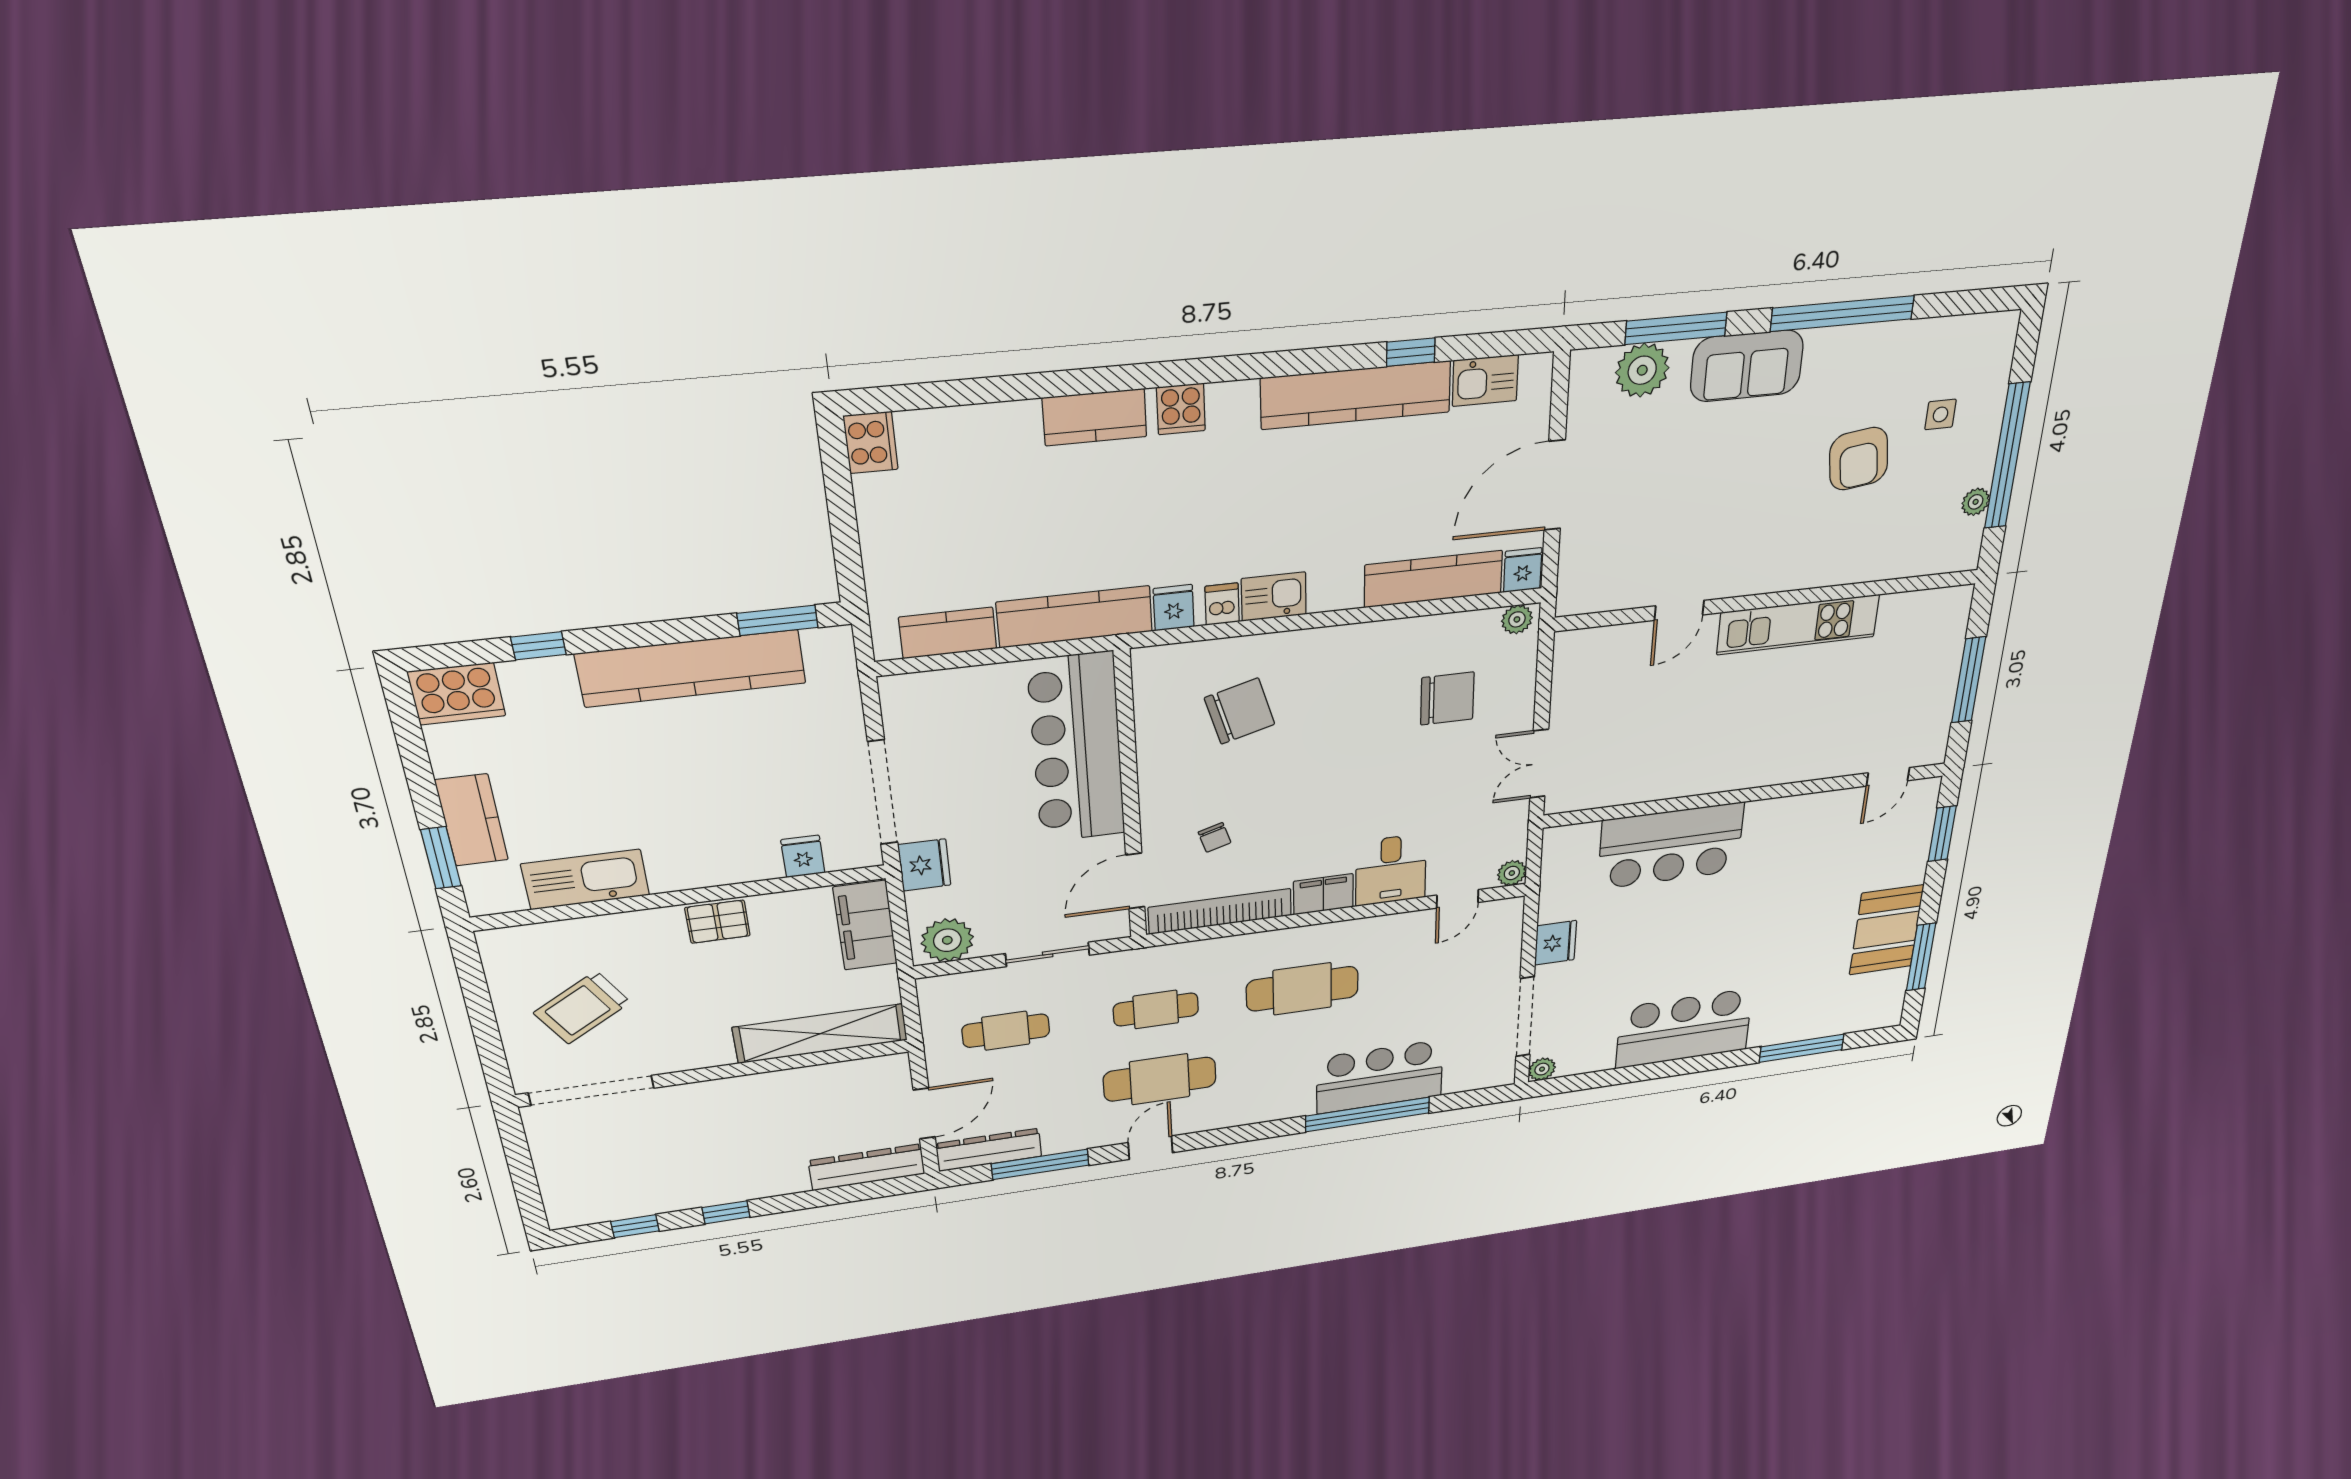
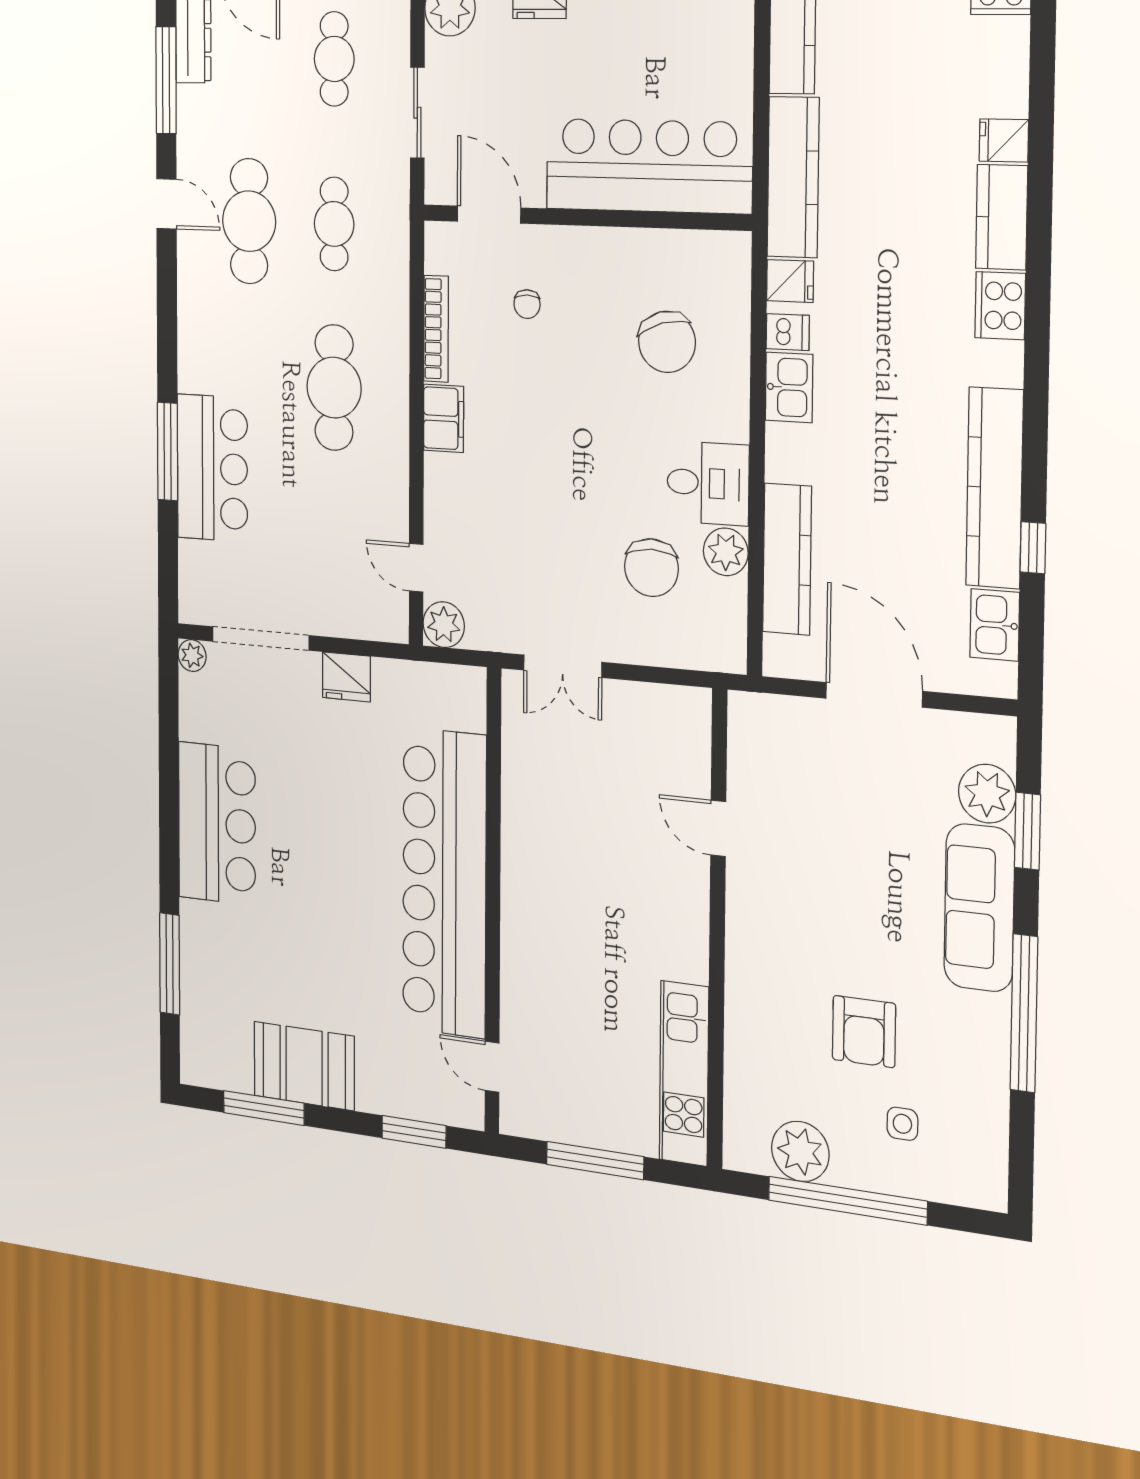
window: (1676, 328) -> (1028, 831), width x0.69
sofa: (1747, 366) -> (979, 908), width x1.36
cooker: (1181, 409) -> (1000, 306), width x1.36
armchair: (1859, 459) -> (864, 1032), turned -82
plant: (1976, 502) -> (800, 1151), width x1.88, depth x1.88
fridge: (1523, 570) -> (1004, 140), moved, turned 180
plant: (1517, 619) -> (726, 552), moved, width x1.38, depth x1.38
kitchen unit: (1798, 625) -> (684, 1073), moved
double door: (1539, 764) -> (563, 666), swing flipped
chair: (1215, 837) -> (527, 304), turned -73
bar counter: (1671, 846) -> (444, 883), width x1.86
desk: (1391, 870) -> (708, 483), moved, turned 180
plant: (1512, 873) -> (444, 625), width x1.38, depth x1.38
bookcase: (1220, 911) -> (436, 329), width x0.68, depth x0.76
window: (1368, 1114) -> (168, 452), width x0.68

